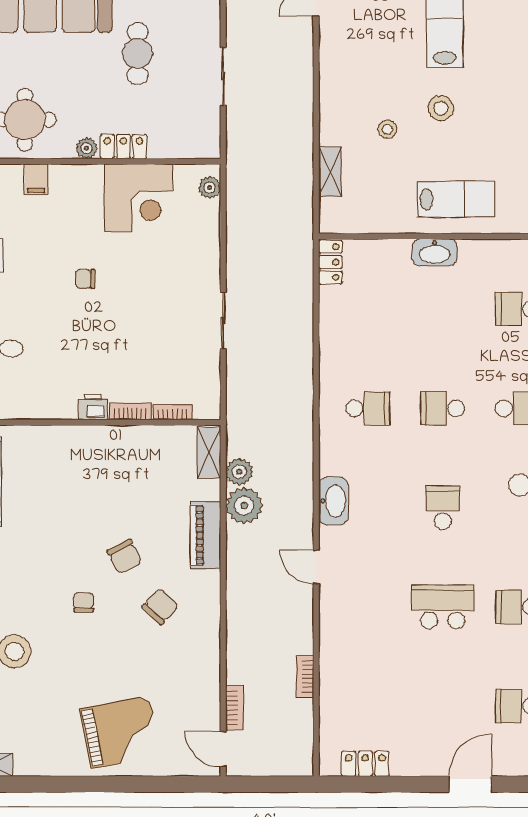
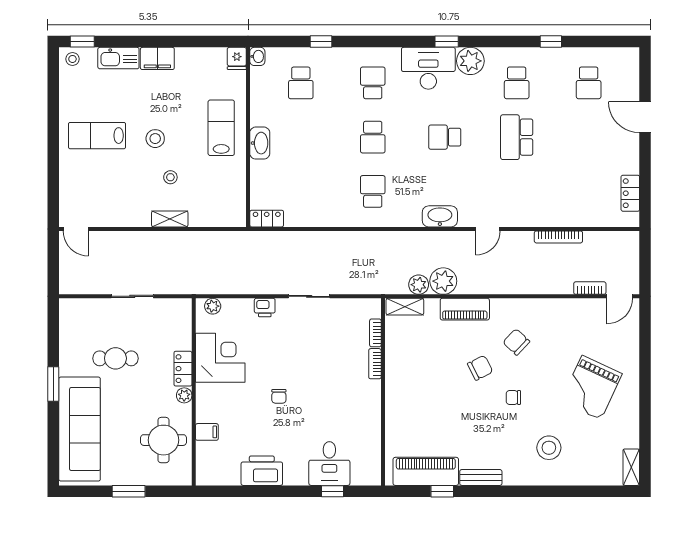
shelving: (330, 172) -> (170, 219), moved
printer: (93, 407) -> (265, 308), moved, turned -90
bookcase: (305, 676) -> (558, 237), width x1.56
grand piano: (120, 732) -> (591, 388), moved, turned -144

